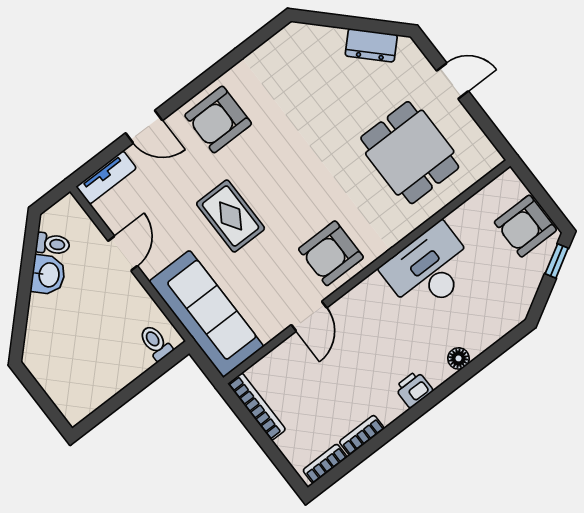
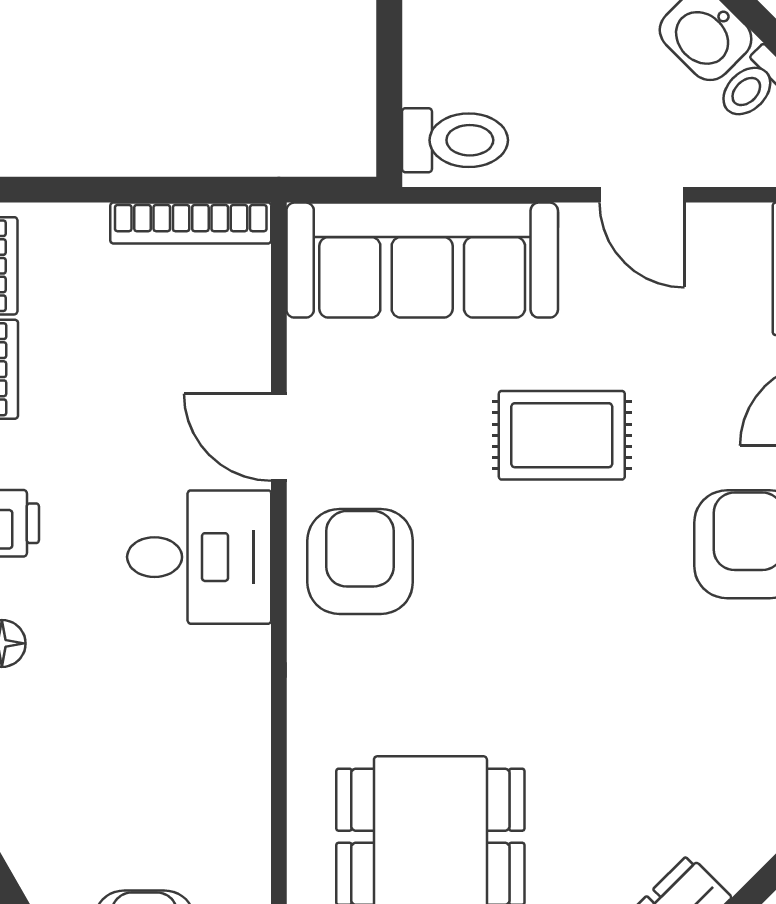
desk: (429, 269) -> (199, 557), moved, width x0.73
toilet: (156, 343) -> (455, 140), width x1.37, depth x1.39

